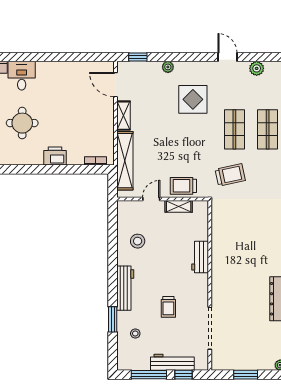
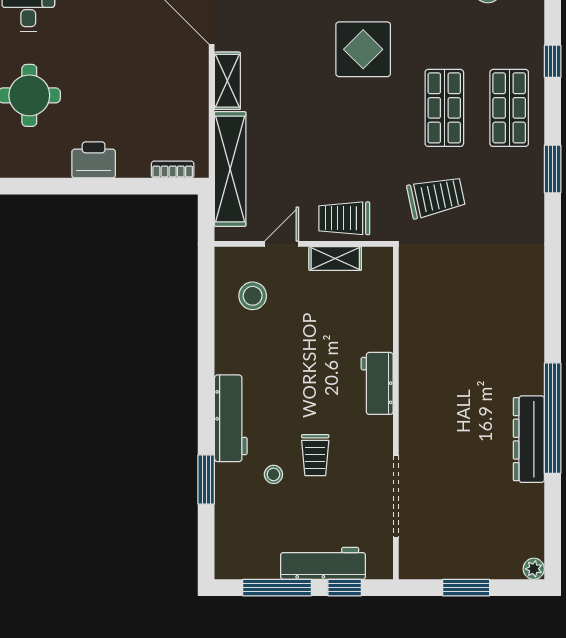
stool: (138, 241) -> (253, 296), moved
workbench: (200, 257) -> (377, 383), moved
stool: (135, 333) -> (273, 474), moved

